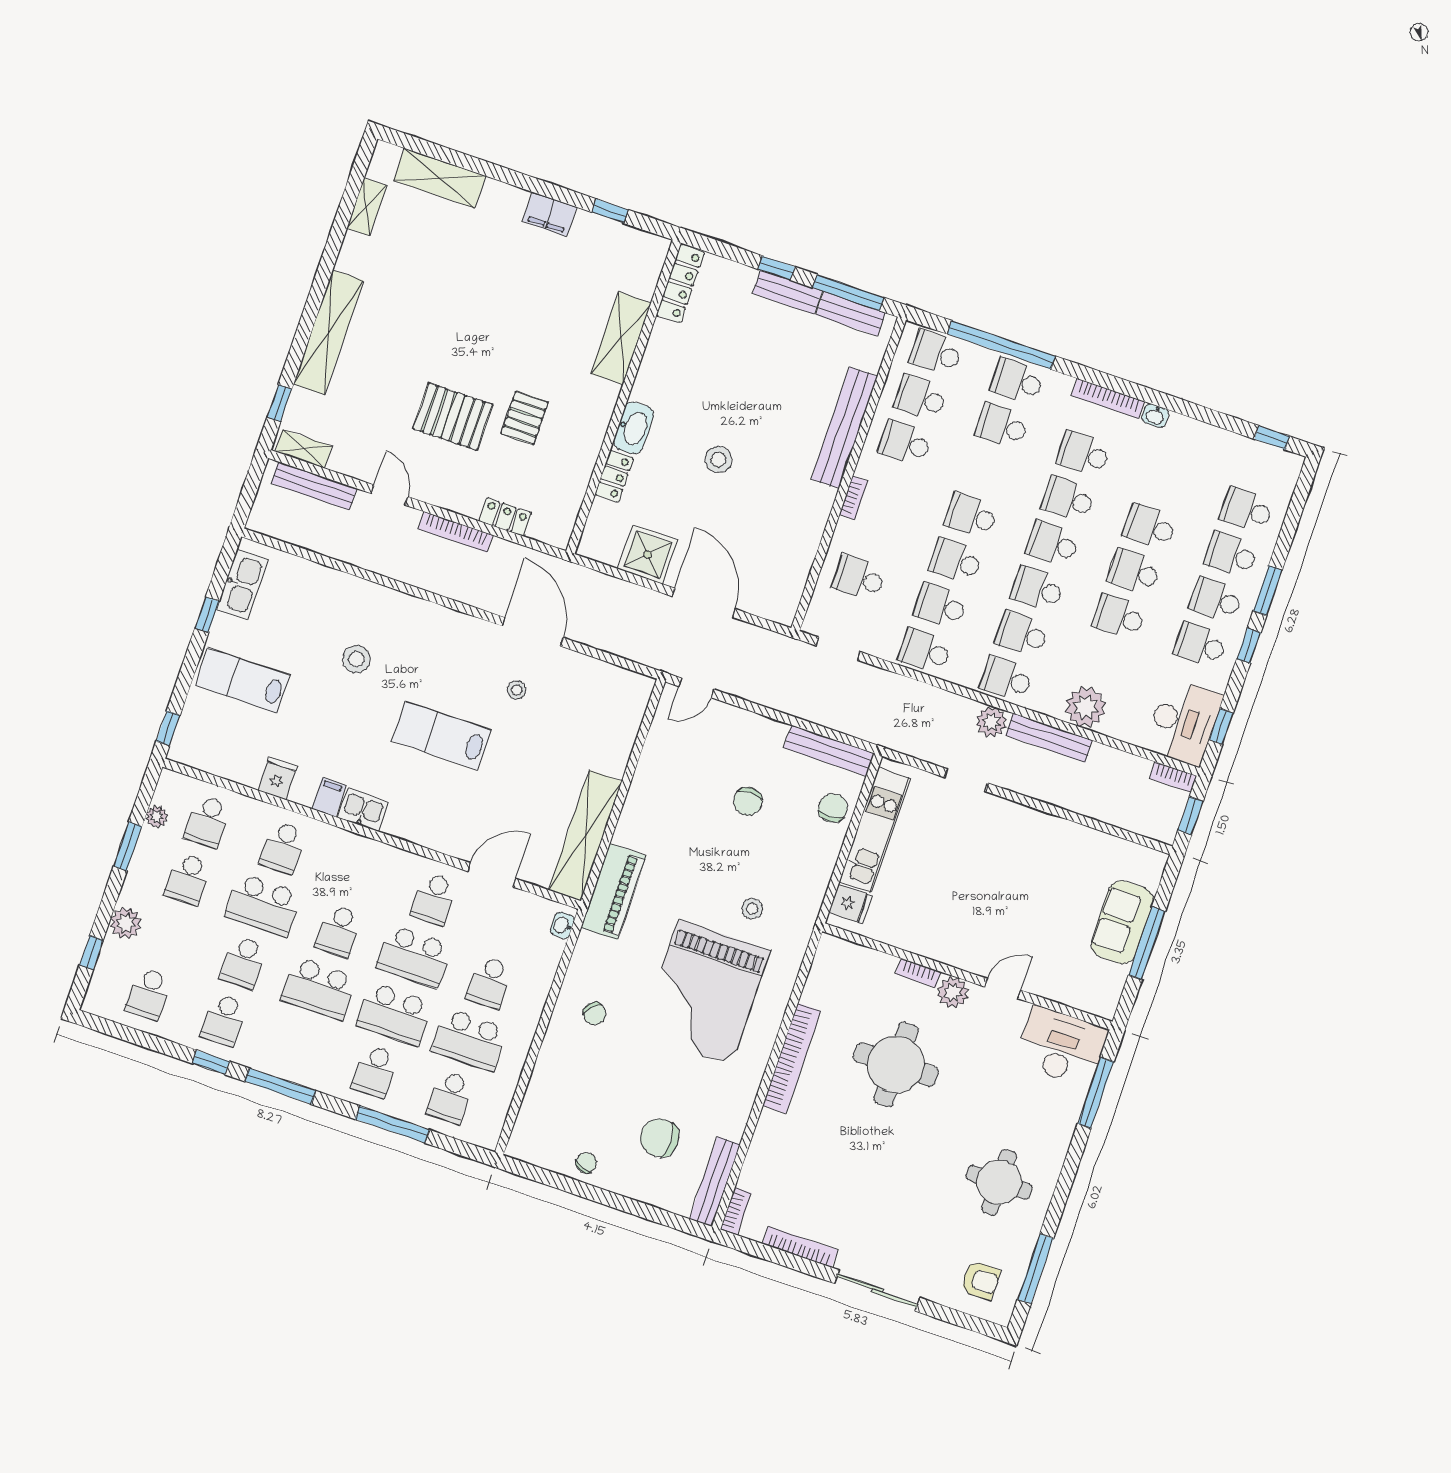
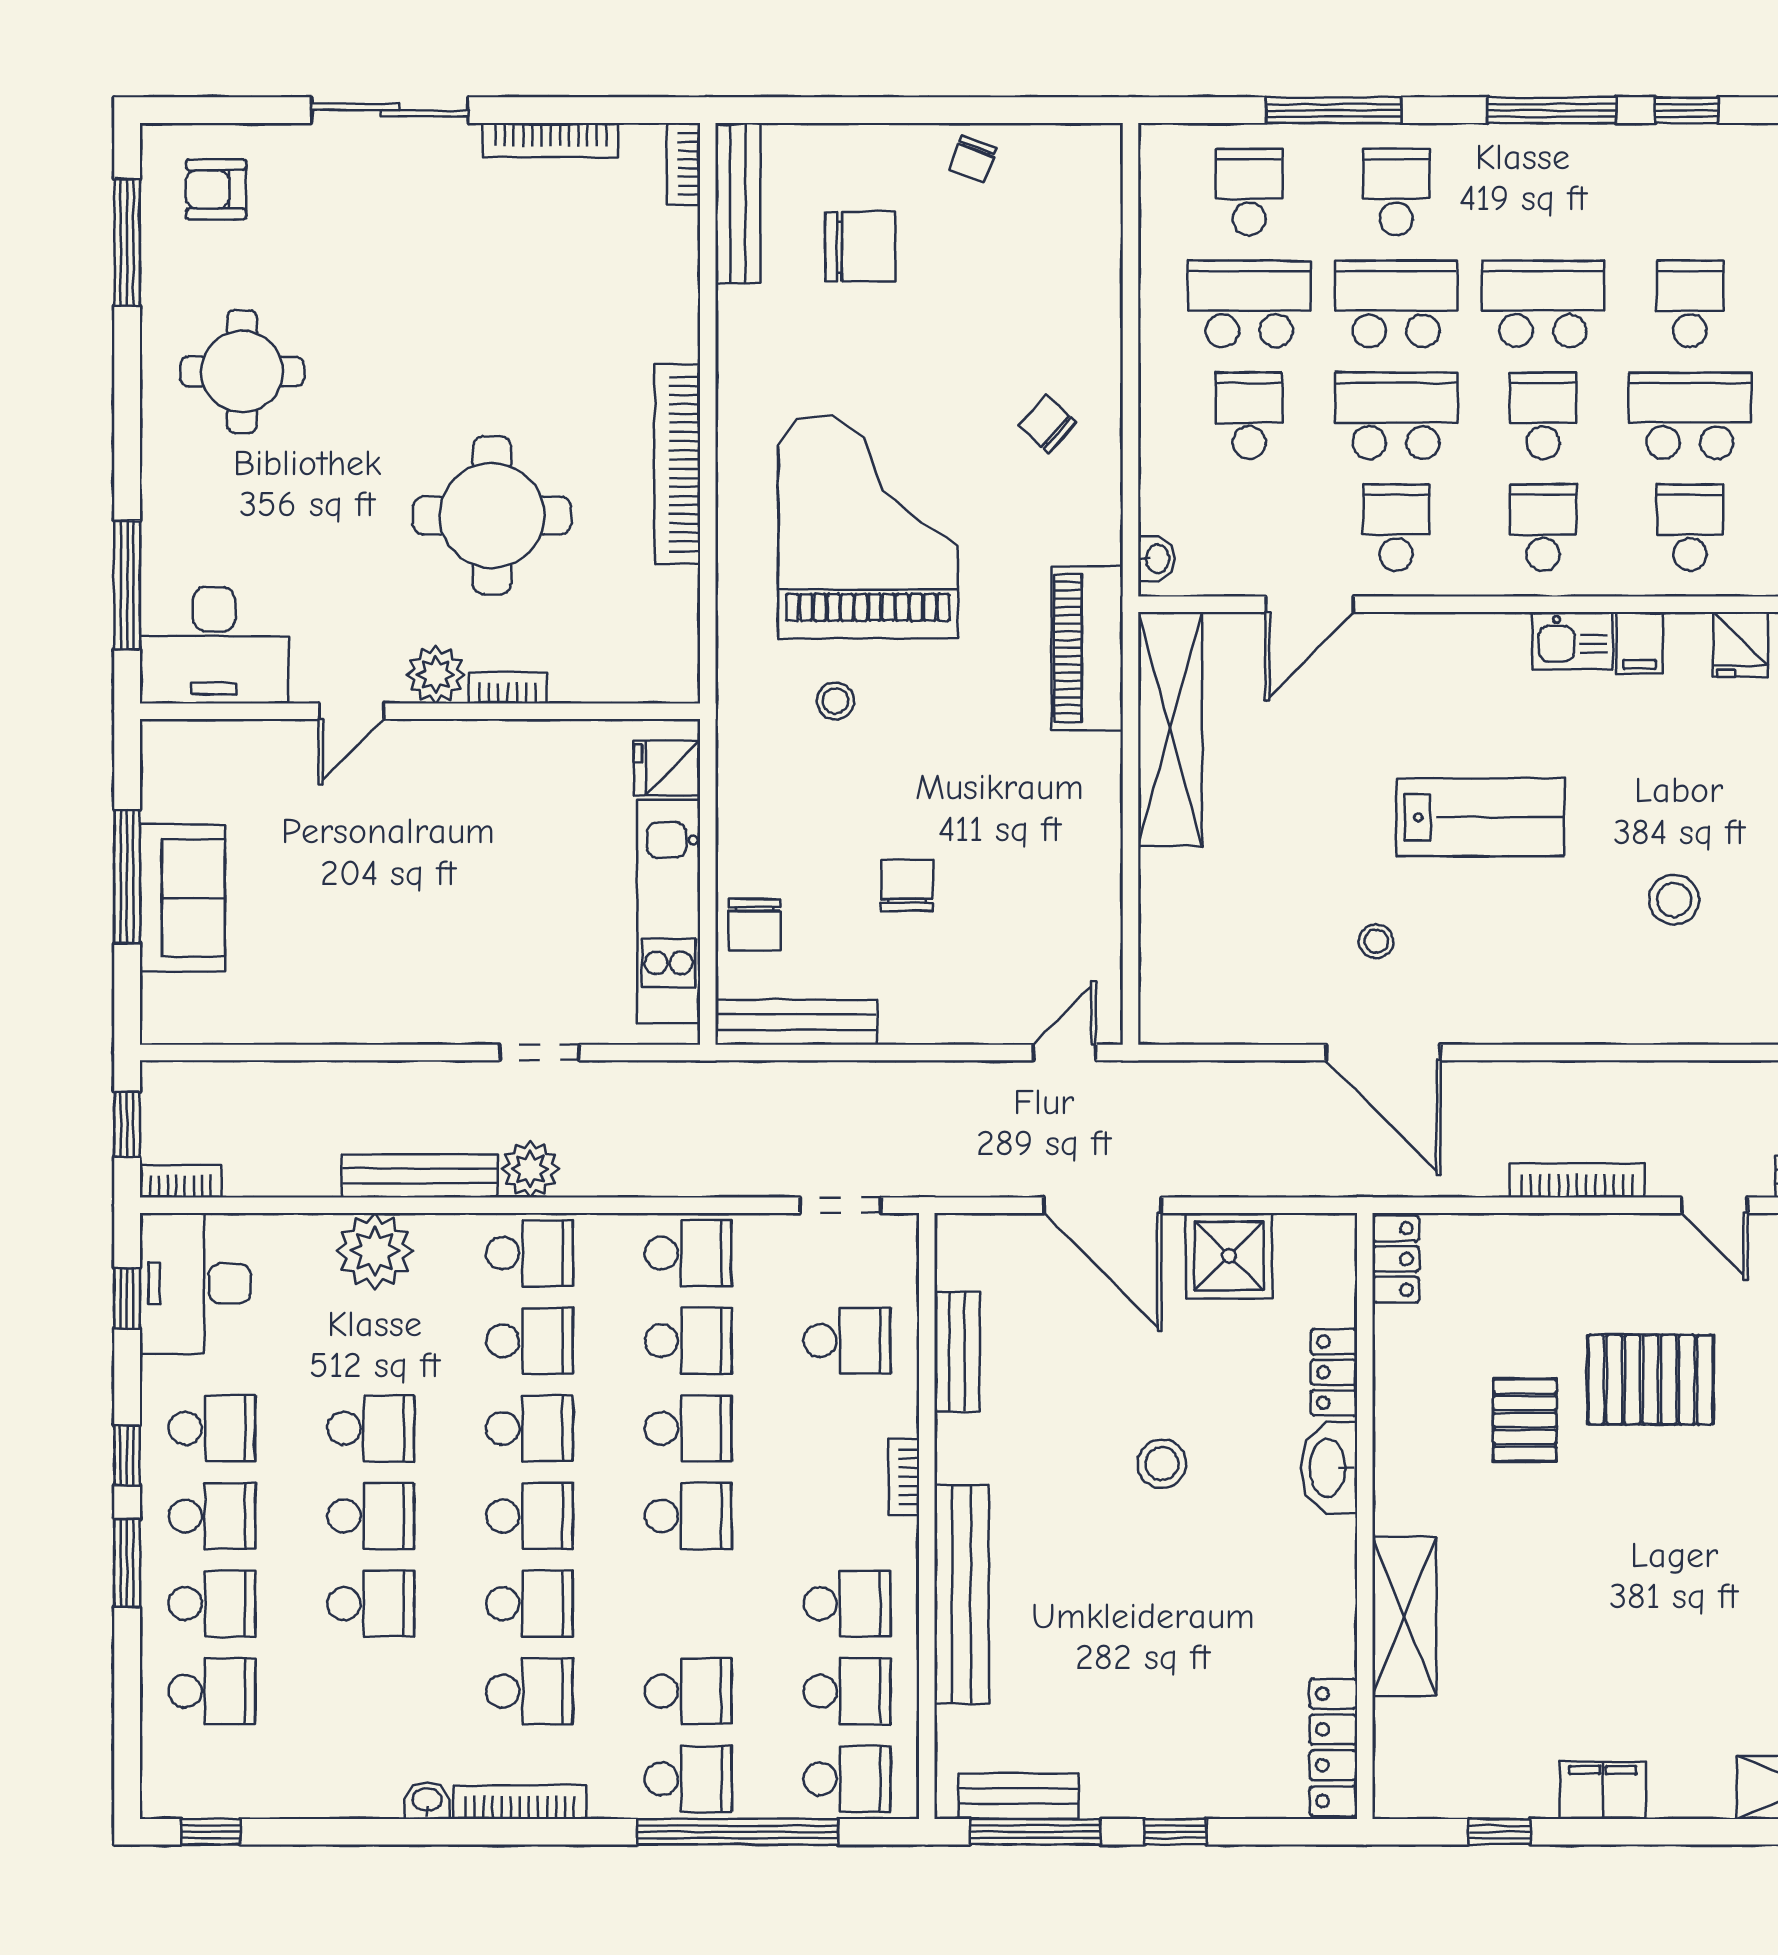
bench: (787, 292) -> (957, 1352), moved, turned 90
locker: (505, 517) -> (1396, 1259), moved, turned -90
school desk: (224, 1020) -> (1543, 528), moved

